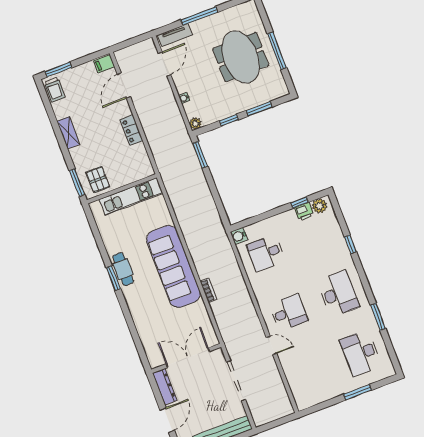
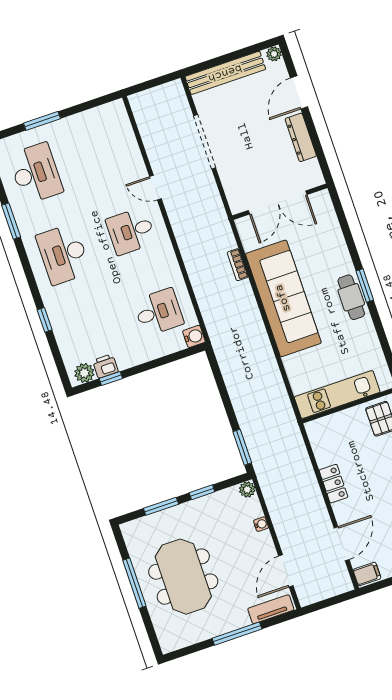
wall: (186, 358) -> (280, 202), moved
double door: (188, 358) -> (278, 203), moved

